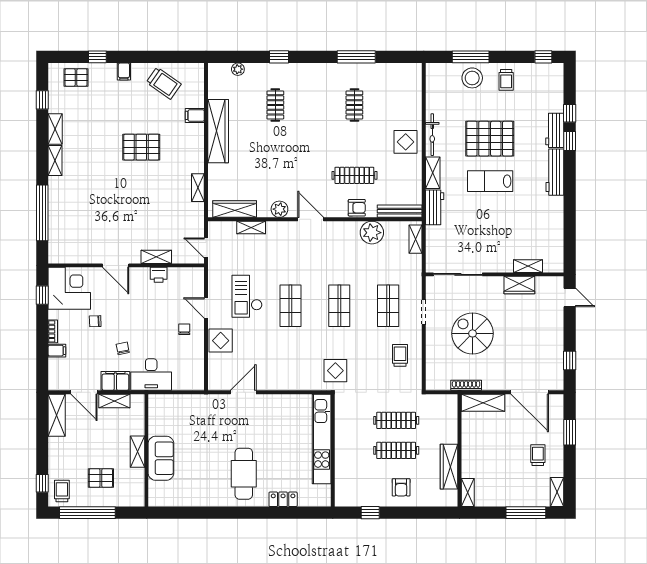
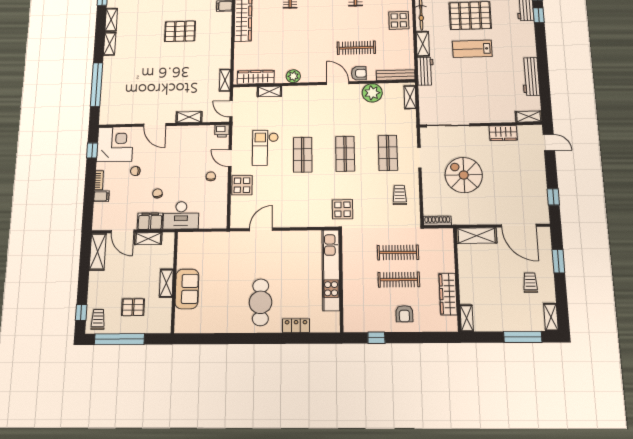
workbench: (555, 172) -> (531, 76), moved
shelving: (198, 188) -> (225, 80), moved
door: (311, 219) -> (338, 83), moved
shelving: (528, 266) -> (529, 117), moved
printer: (159, 275) -> (222, 131), moved
shoe rack: (466, 385) -> (437, 221), moved

